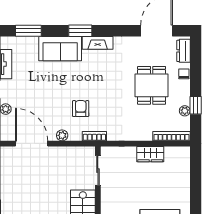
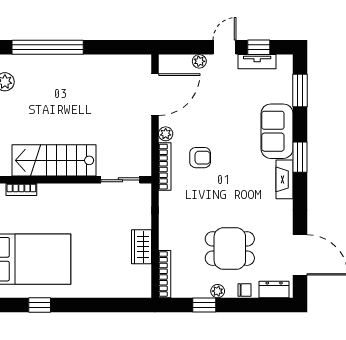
plant: (185, 111) -> (218, 291), moved
bookcase: (94, 136) -> (165, 167), width x1.56

